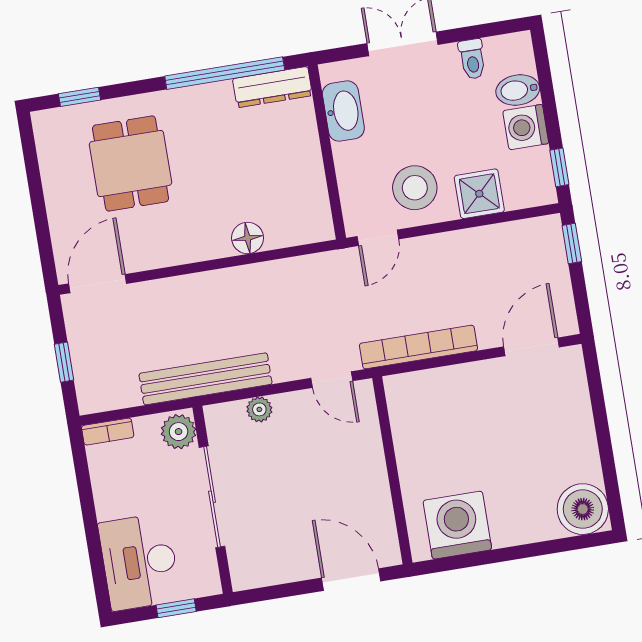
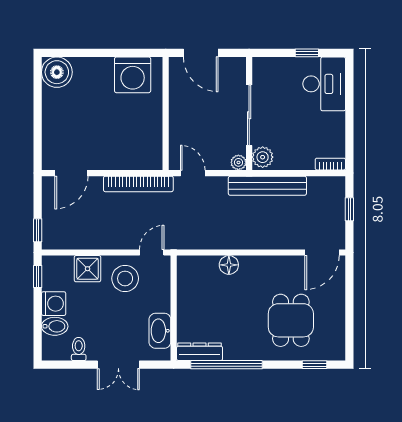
plant: (179, 432) -> (263, 157), moved
sliding door: (212, 497) -> (249, 115), moved
wall: (213, 500) -> (249, 113), moved

